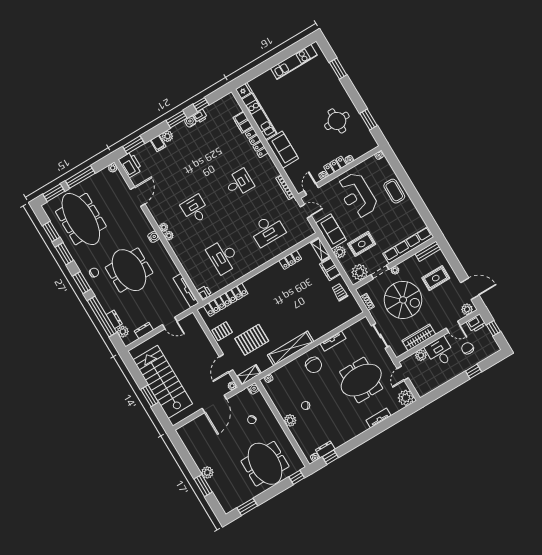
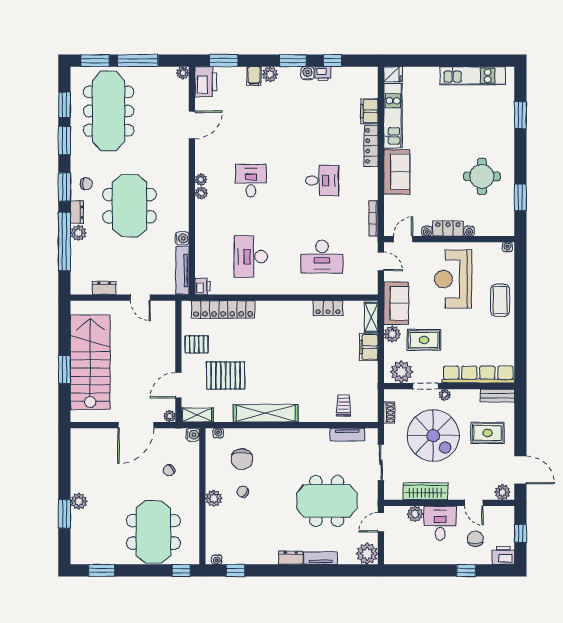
water cooler: (154, 237) -> (182, 238), moved
trolley: (340, 292) -> (344, 405), moved
dresser: (114, 319) -> (77, 212), moved
printer: (476, 323) -> (503, 555), moved, turned 180
plant: (123, 332) -> (78, 233), moved
tv unit: (333, 341) -> (347, 435), moved
chair: (314, 365) -> (242, 459), moved
dresser: (325, 449) -> (291, 558), moved

